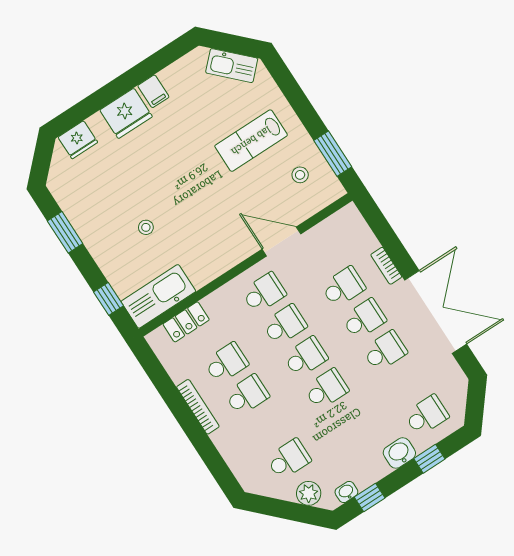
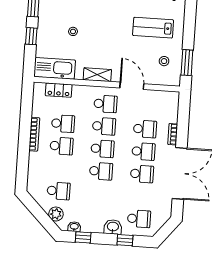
shelving: (223, 261) -> (97, 75), added
window: (108, 299) -> (31, 36), moved

